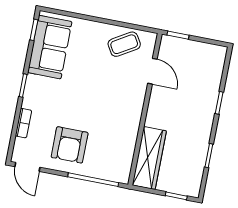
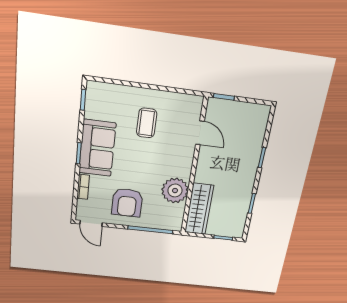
coffee table: (124, 44) -> (147, 123), moved, turned -59
sofa: (50, 47) -> (97, 148), moved
plant: (123, 134) -> (175, 191), added

